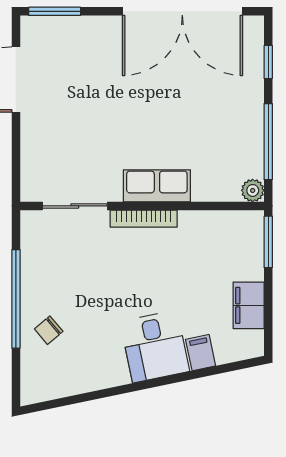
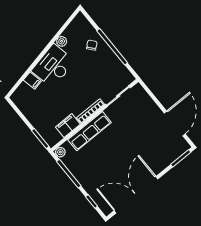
row of seats: (157, 186) -> (90, 131), width x1.48
filing cabinet: (249, 305) -> (68, 126), moved, turned -90
desk: (155, 346) -> (53, 66), width x1.37
plant: (95, 379) -> (62, 41), added

